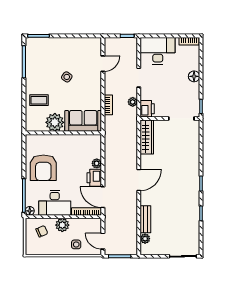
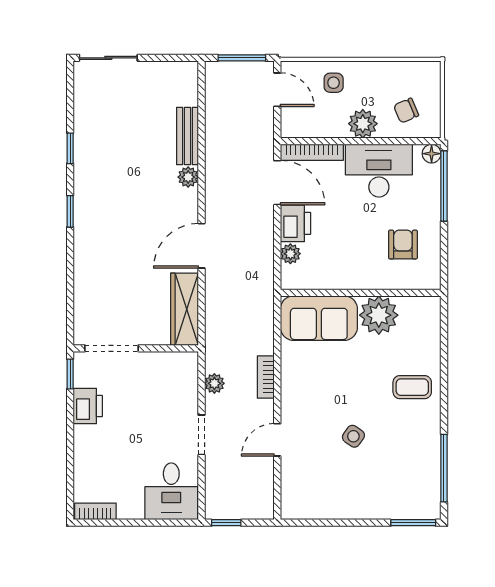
desk: (158, 51) -> (171, 491), width x0.73
door: (103, 64) -> (277, 440), moved
floor lamp: (194, 76) -> (85, 437), removed
printer: (147, 109) -> (88, 406), moved, turned 180
sofa: (83, 121) -> (319, 318), moved
plant: (55, 122) -> (379, 315), moved
wall: (63, 133) -> (361, 293), moved
armchair: (43, 168) -> (403, 245), width x0.53, depth x0.53
door: (139, 180) -> (201, 246), moved
plant: (145, 239) -> (188, 177), moved

